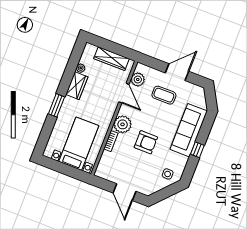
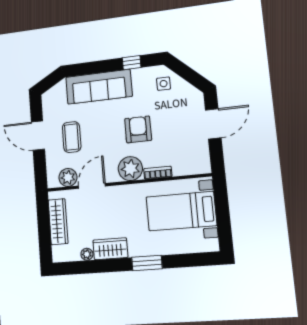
window: (197, 150) -> (132, 63), moved

